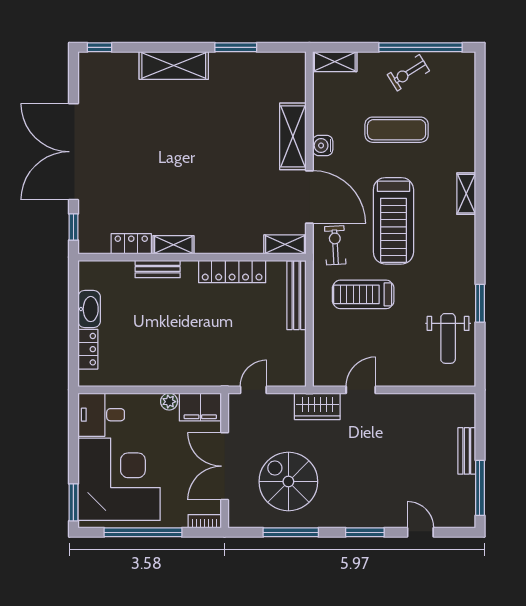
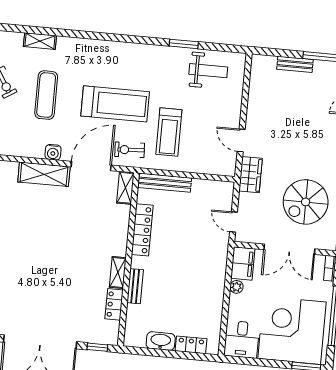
shelving: (466, 194) -> (40, 41), moved

